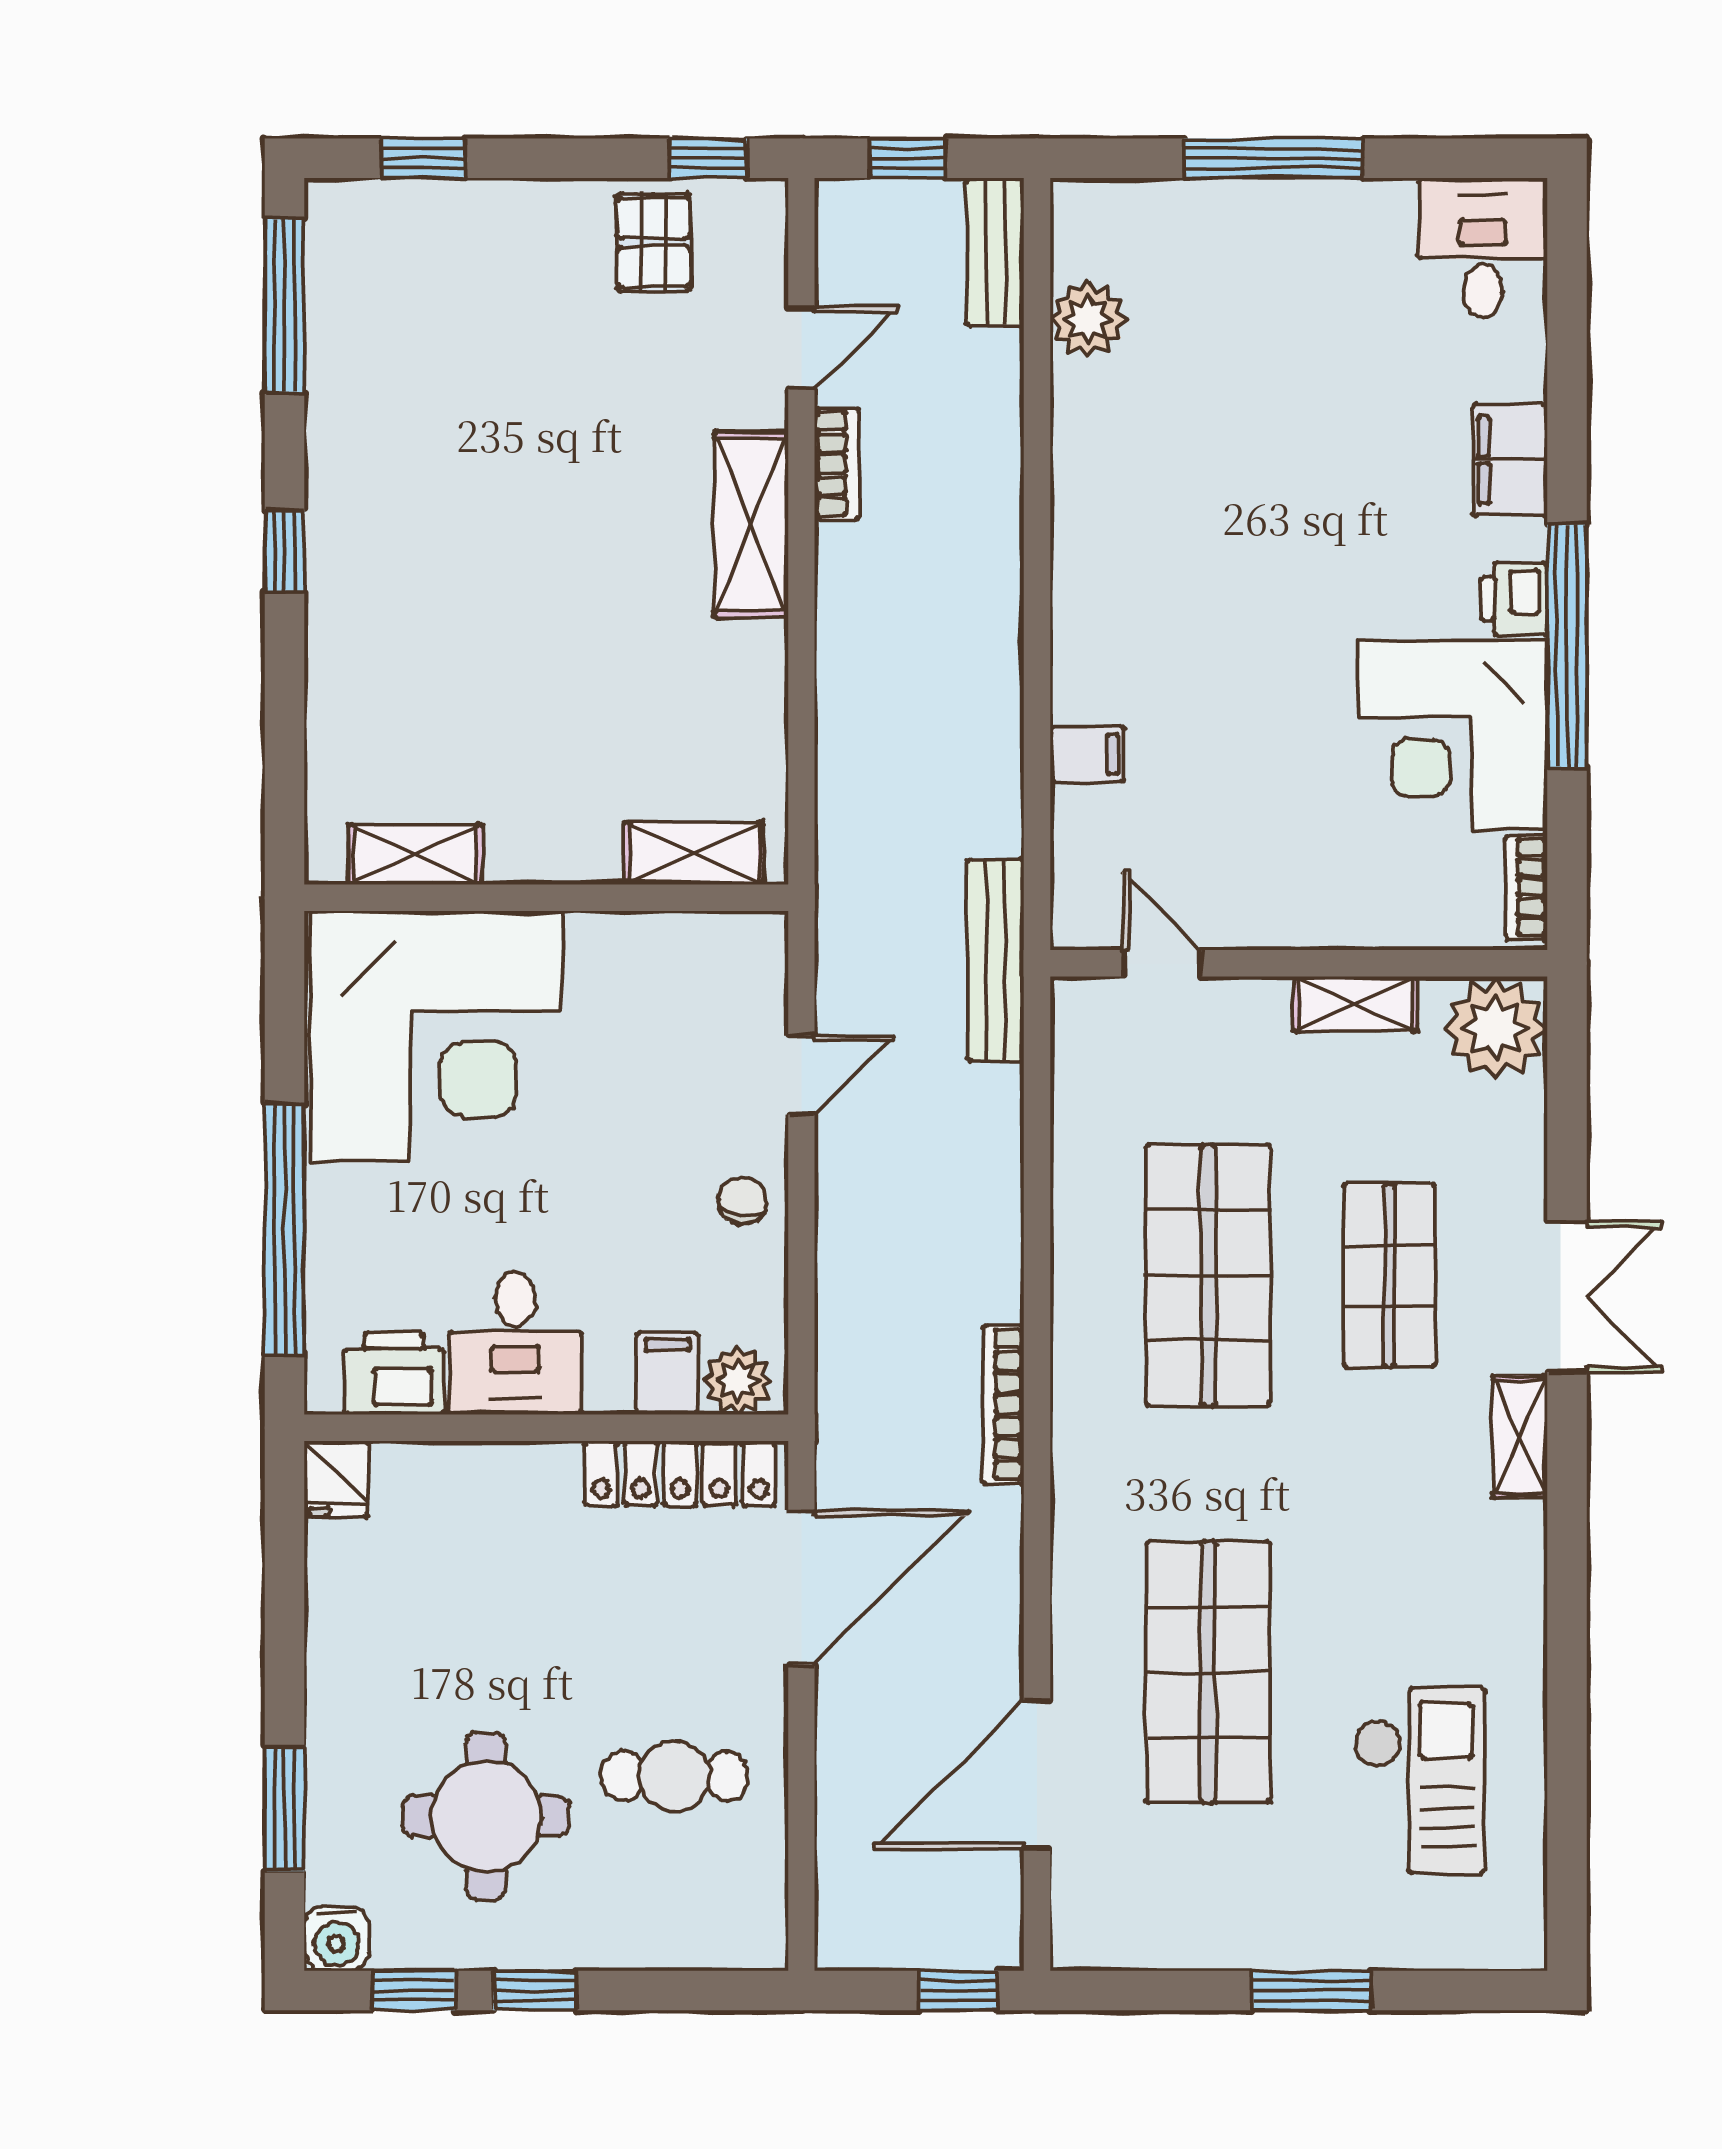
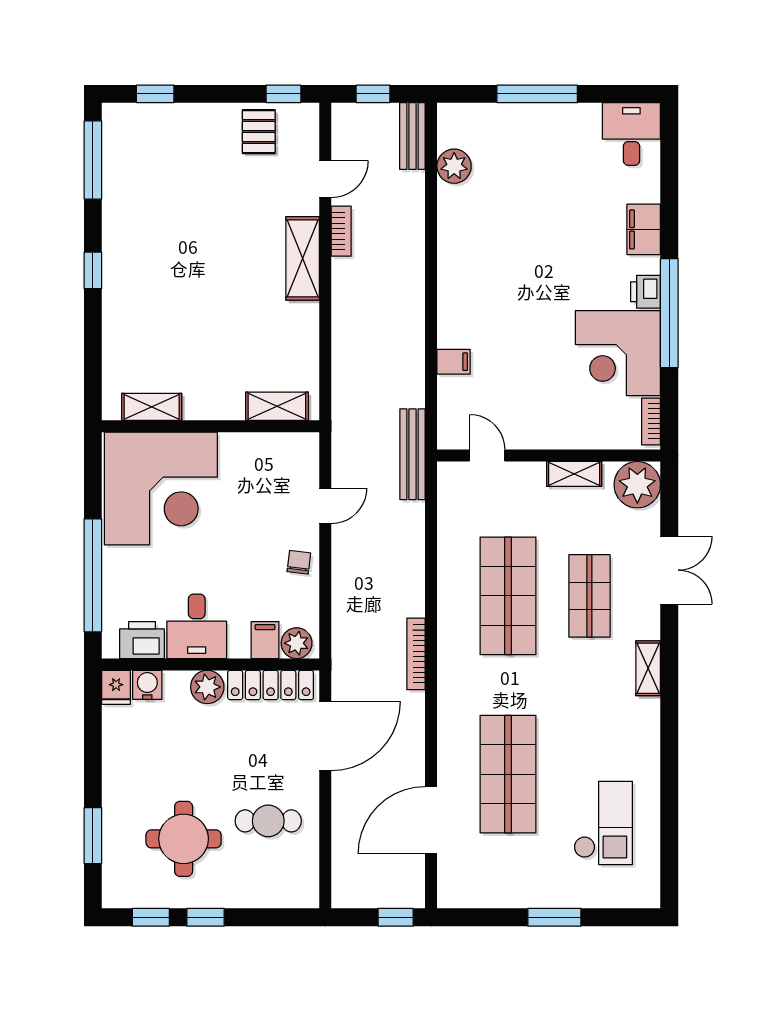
double door: (1567, 1297) -> (669, 570), moved
plant: (539, 1478) -> (207, 687), added
water cooler: (337, 1938) -> (147, 685), moved, turned 180

